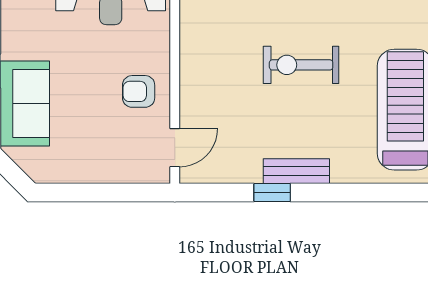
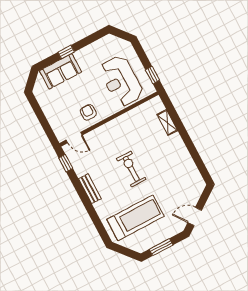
window: (272, 193) -> (66, 163), moved

